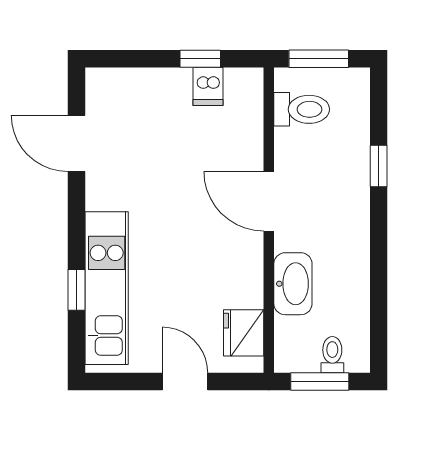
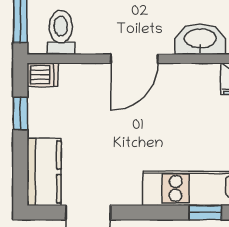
dishwasher: (208, 86) -> (42, 75), moved
kitchen counter: (127, 88) -> (44, 172), added

